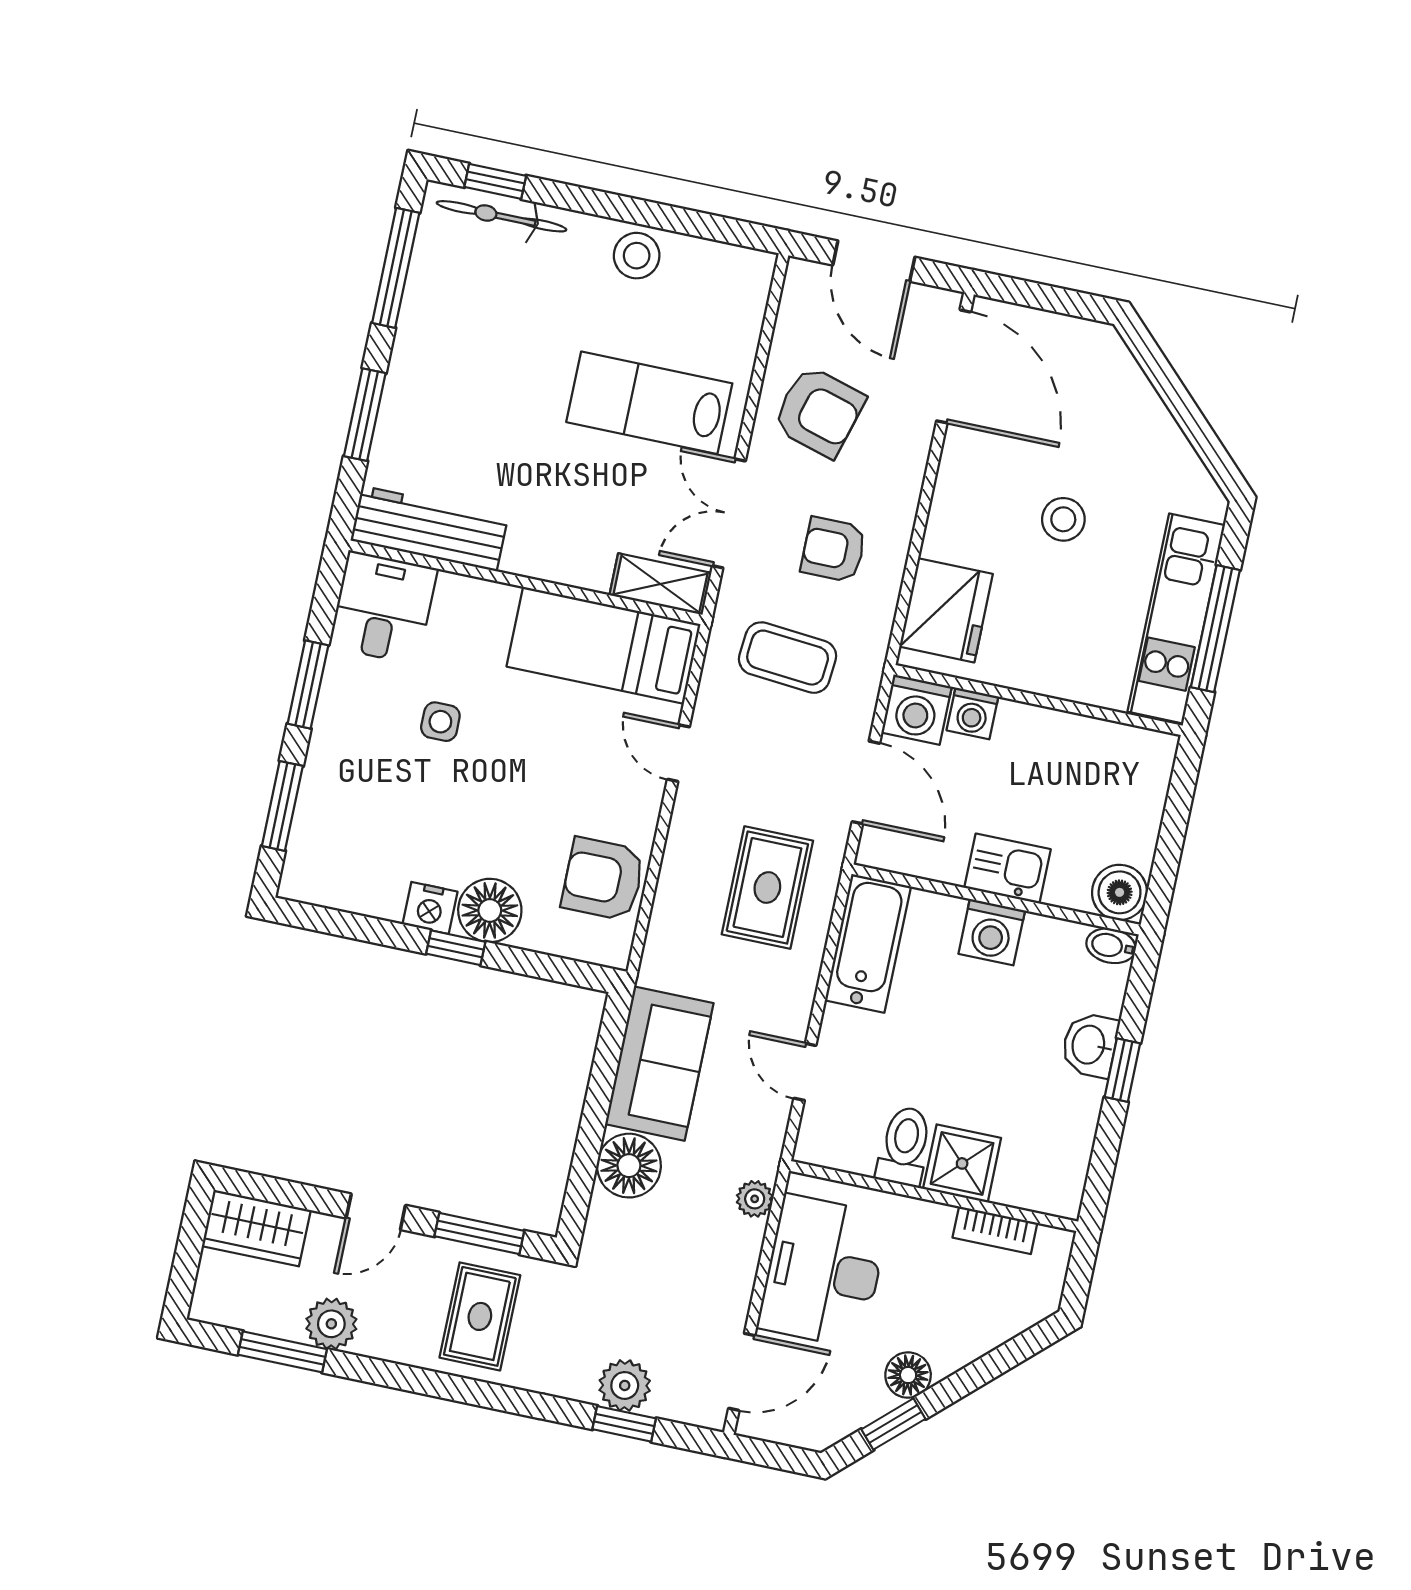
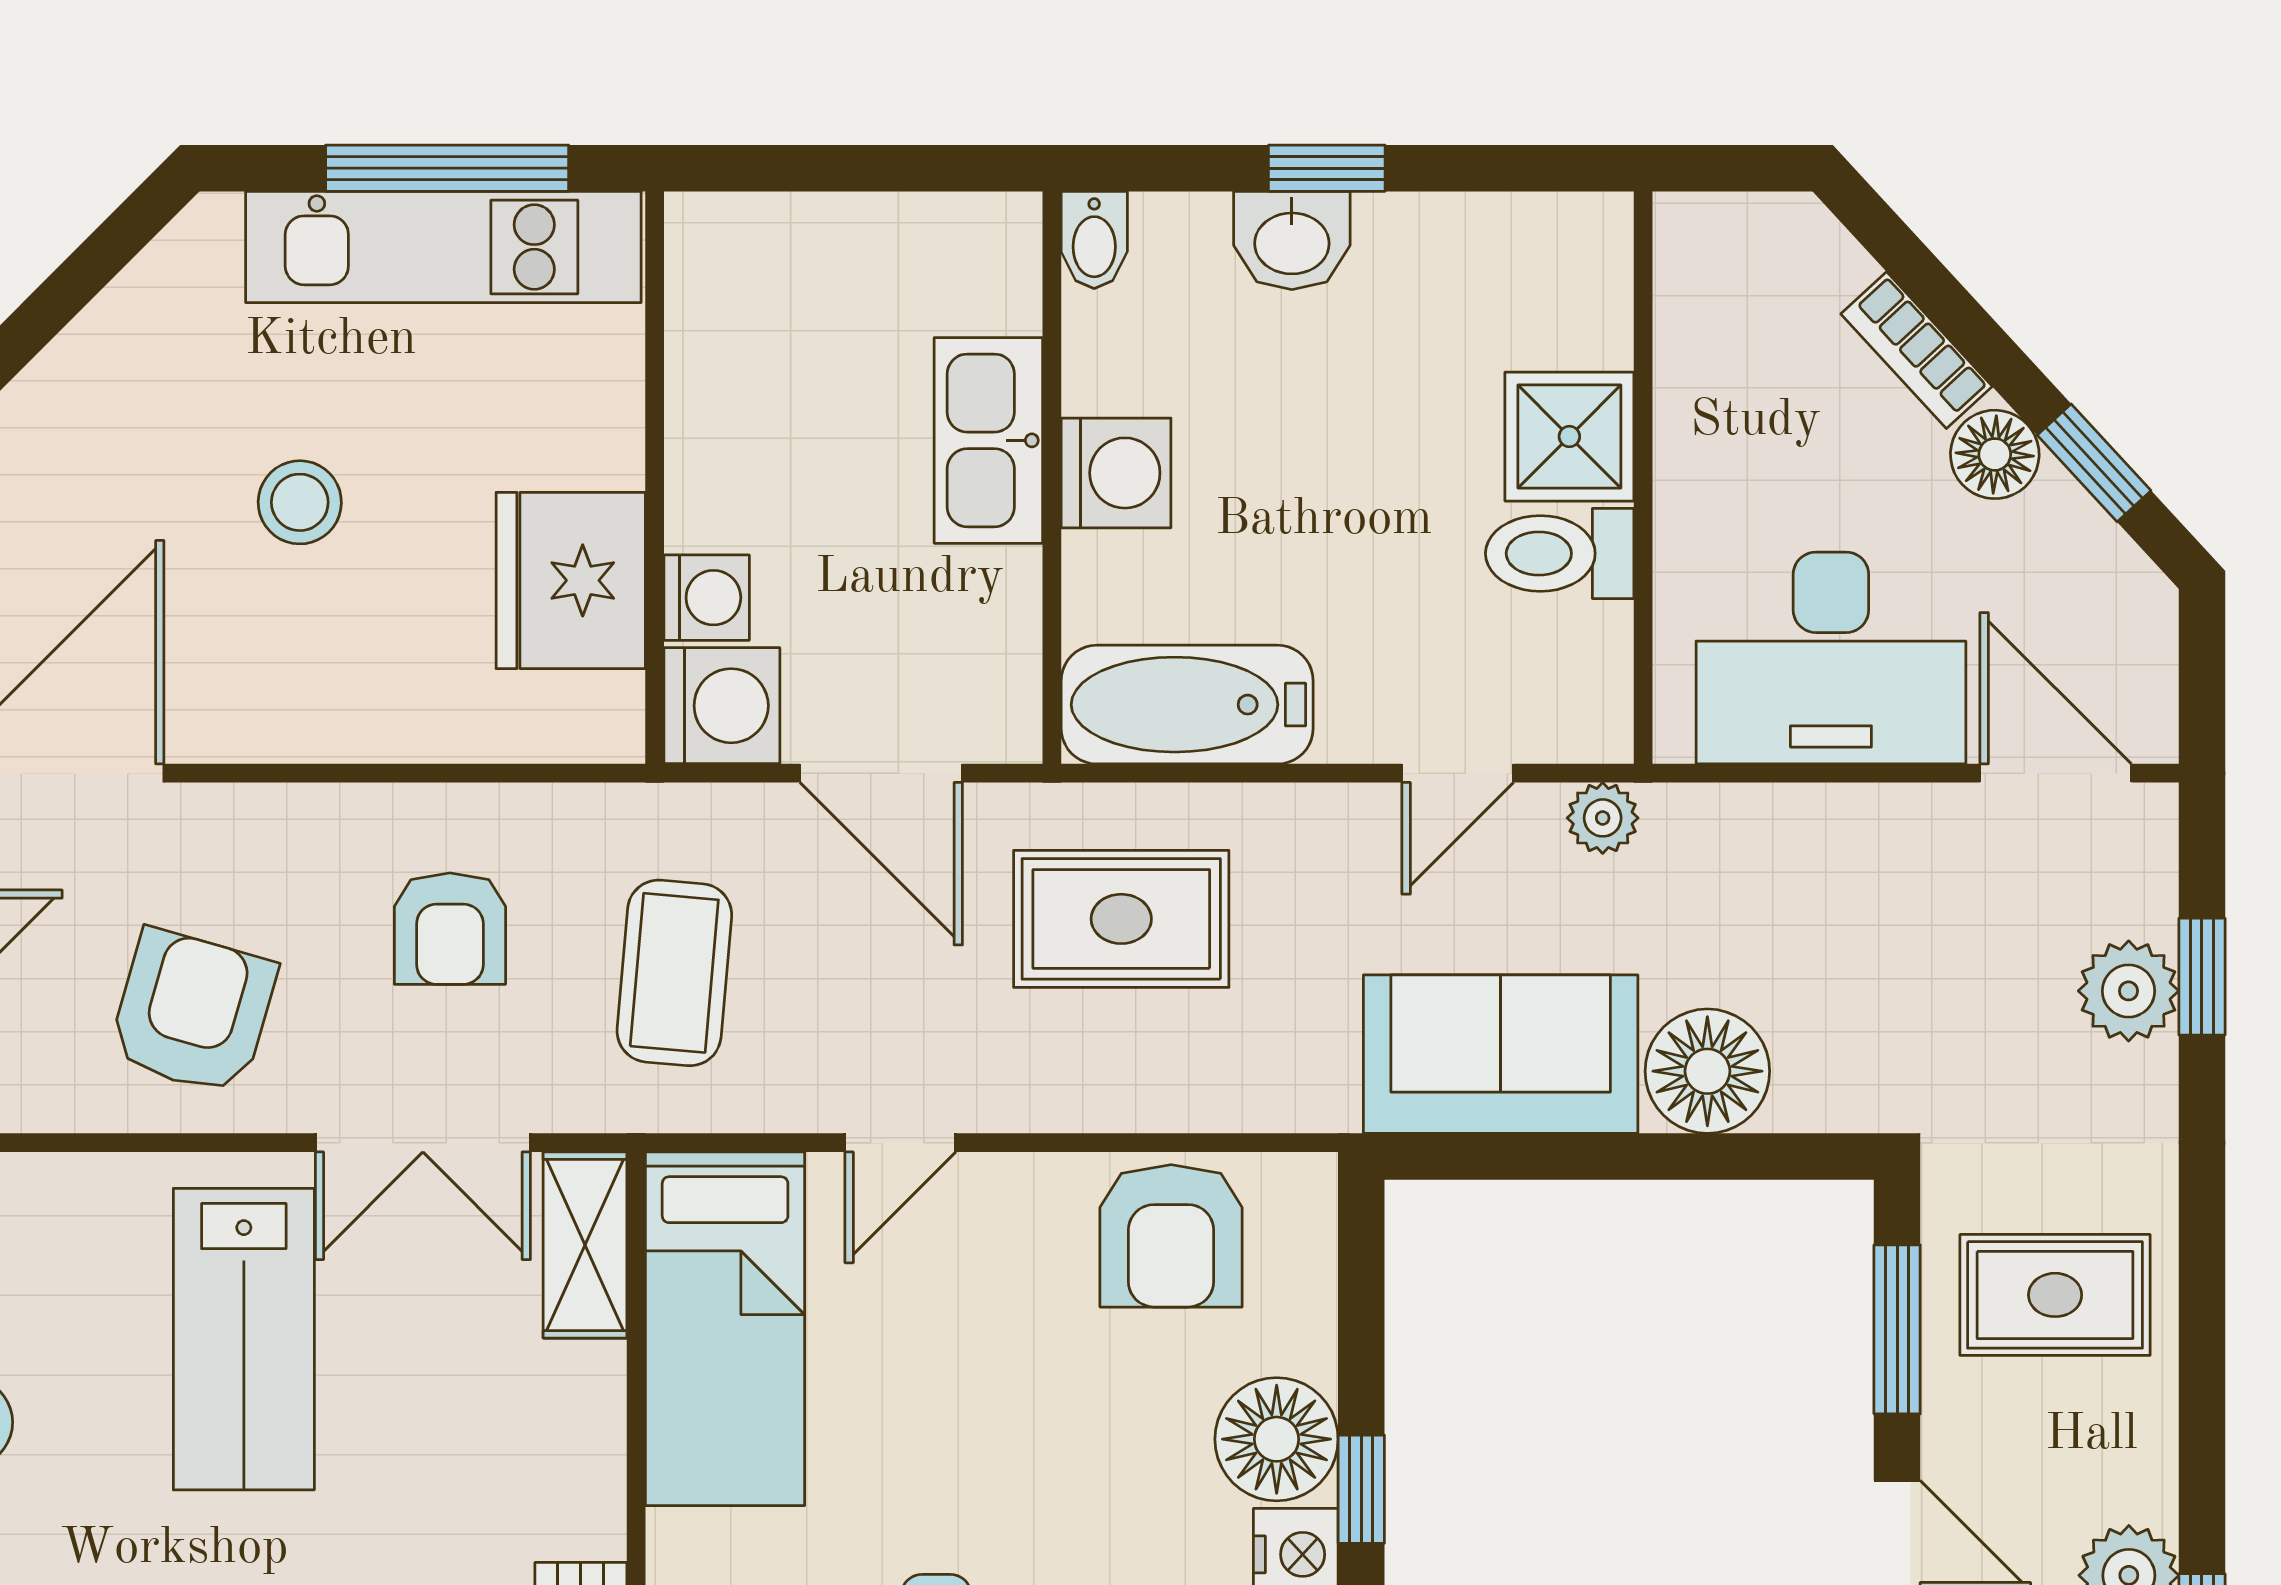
fridge: (946, 610) -> (571, 580), moved, turned -90
door: (866, 782) -> (881, 773), swing flipped
kitchen sink: (1007, 869) -> (988, 440), width x1.38
boiler: (1120, 892) -> (989, 245), removed
plant: (755, 1199) -> (1603, 818), moved
bookcase: (995, 1230) -> (1916, 350), moved, turned 137

